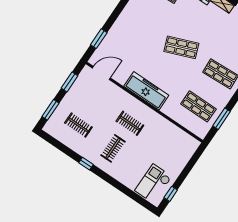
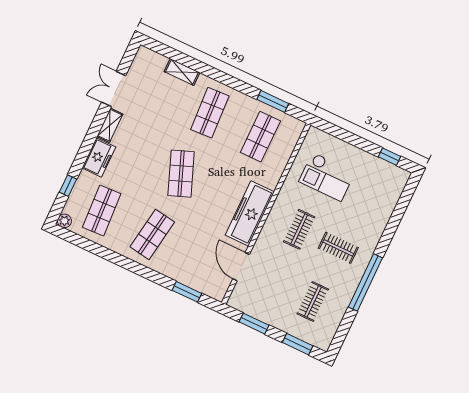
shop shelf: (142, 21) -> (152, 234), added
door: (101, 73) -> (241, 267), moved
window: (86, 164) -> (365, 282), width x3.17
checkout: (153, 184) -> (327, 177), moved

